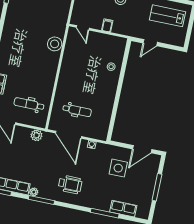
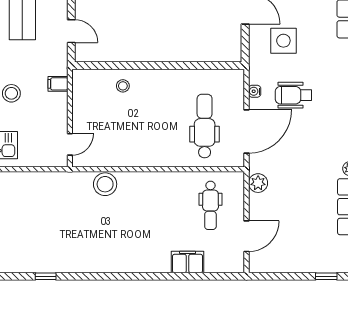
filing cabinet: (107, 25) -> (58, 84), moved
dental chair: (77, 110) -> (205, 126), width x1.36, depth x1.38
wheelchair: (70, 184) -> (293, 95), moved, turned -90

